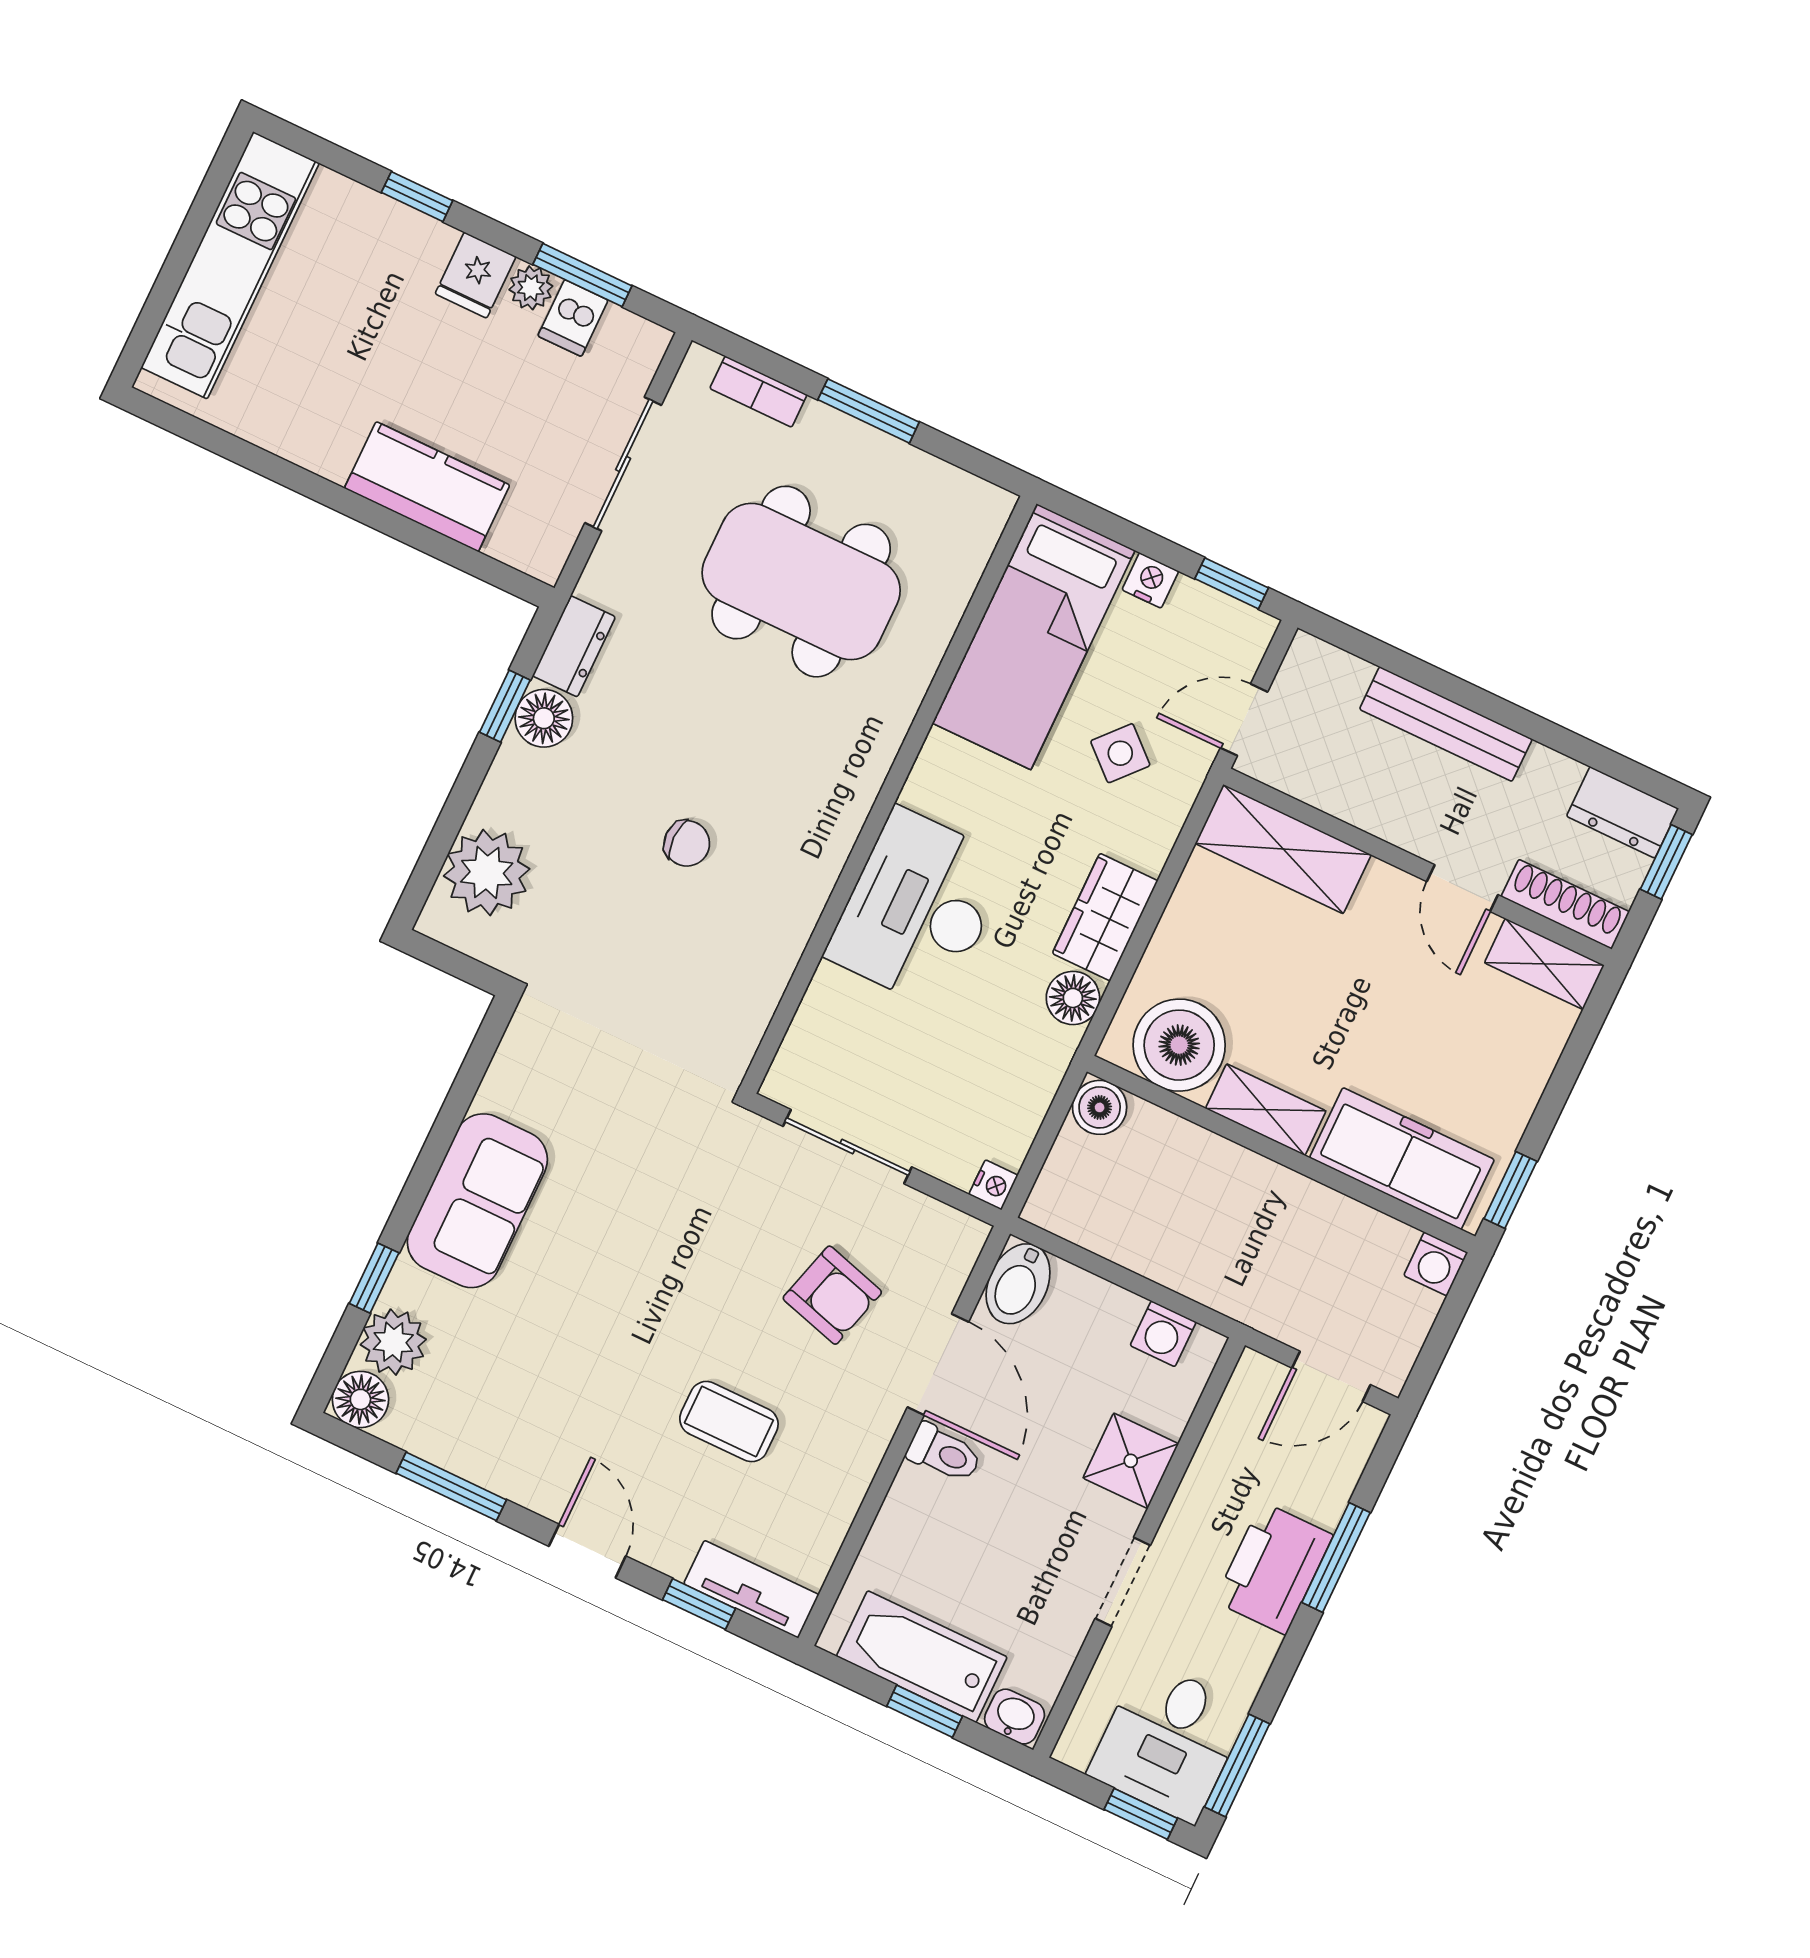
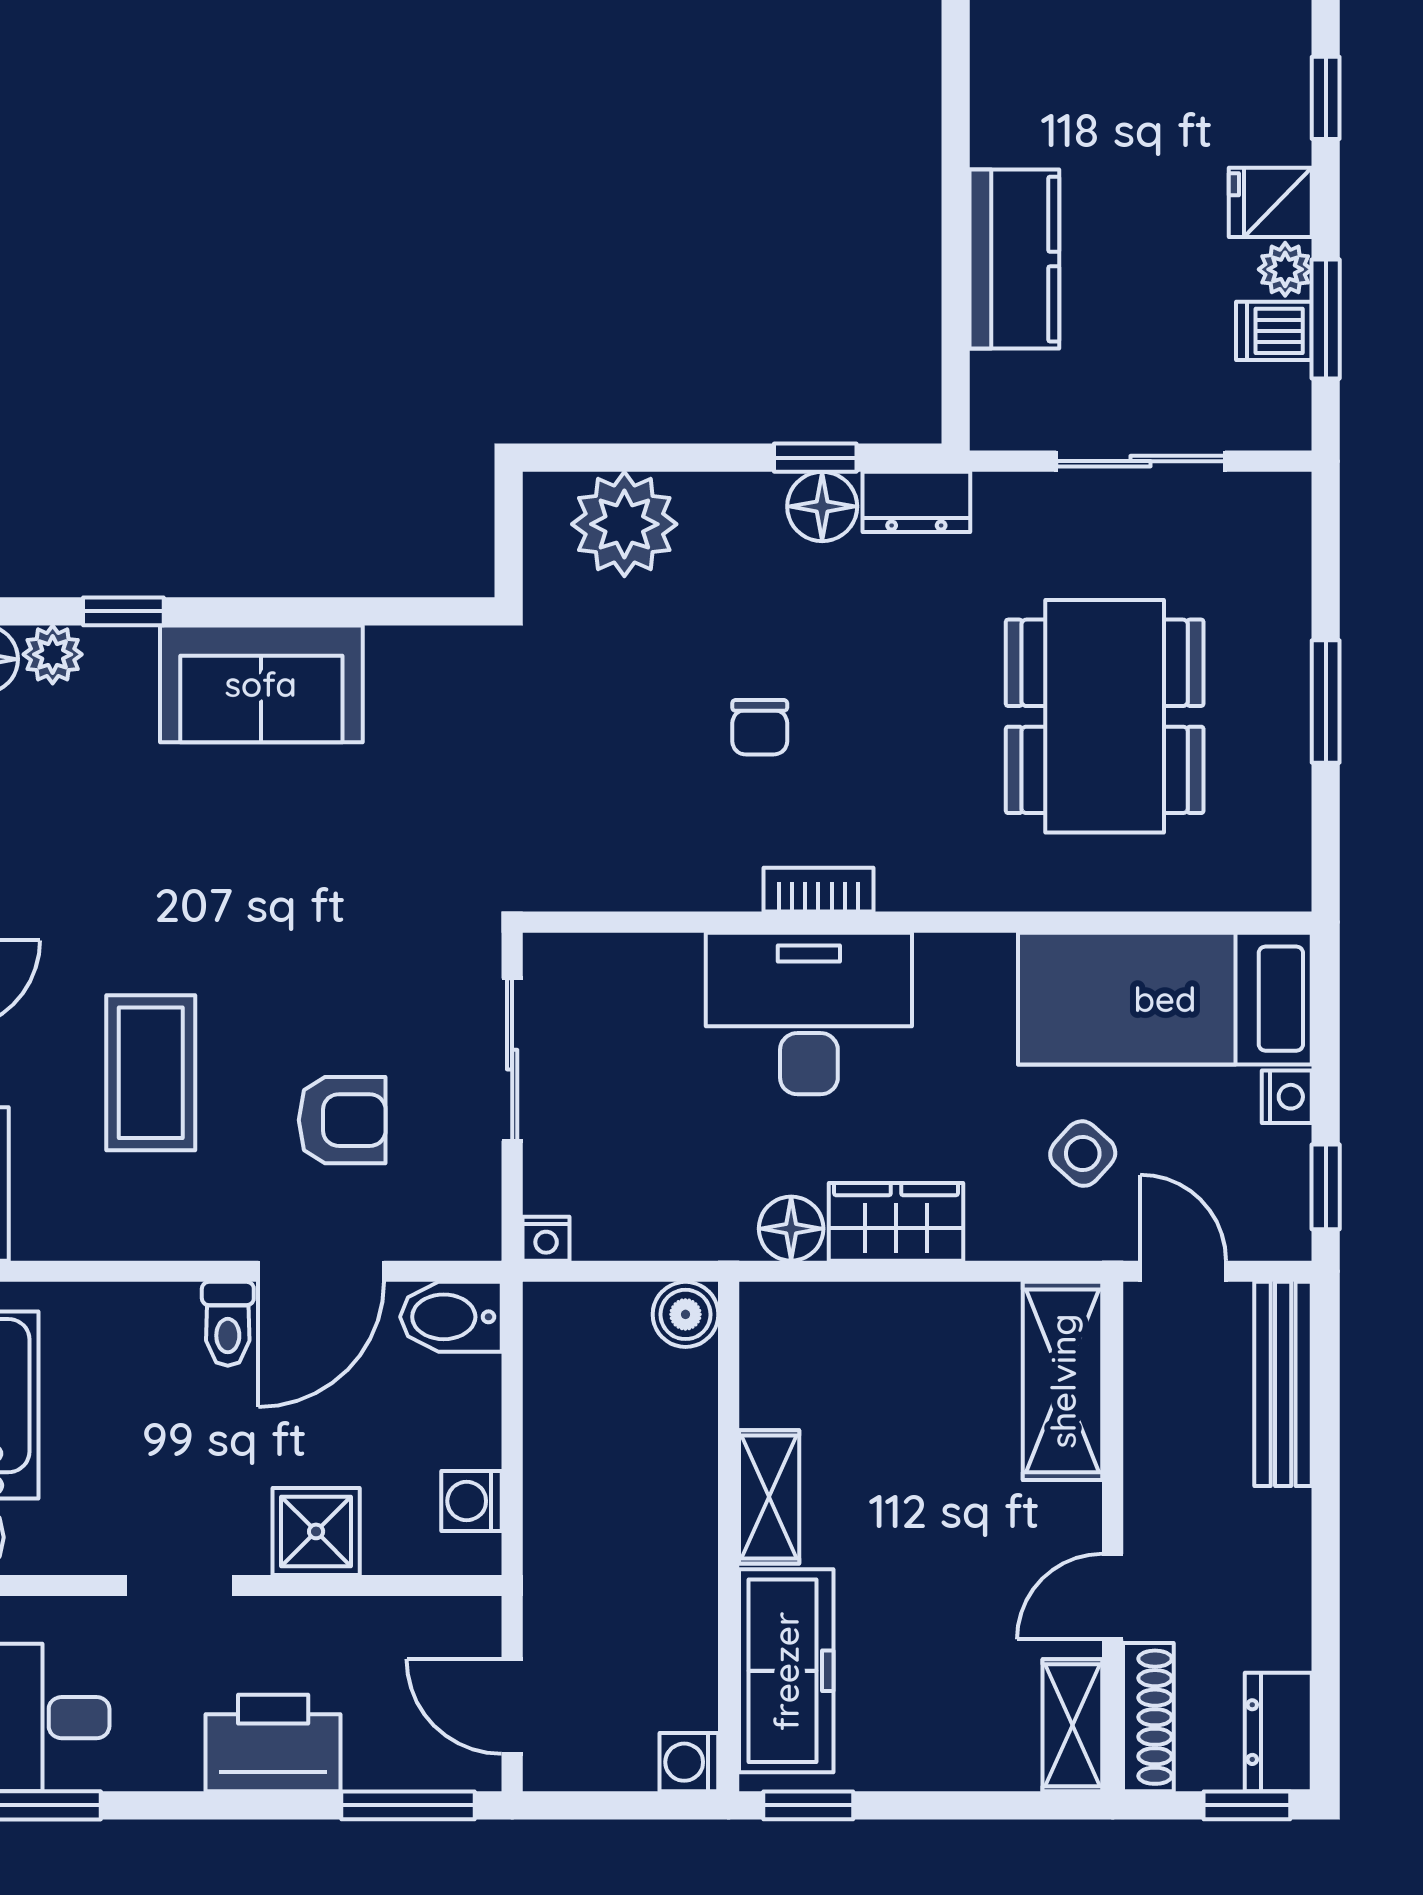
bookcase: (758, 392) -> (818, 890), moved, turned 90
bench: (1446, 724) -> (1283, 1384), moved
boiler: (1179, 1045) -> (795, 1369), removed
armchair: (832, 1295) -> (342, 1120), turned -106
plant: (393, 1342) -> (53, 654), width x0.73, depth x0.73
coffee table: (729, 1422) -> (151, 1073), width x1.36, depth x1.30
window: (1336, 1557) -> (408, 1805), moved

